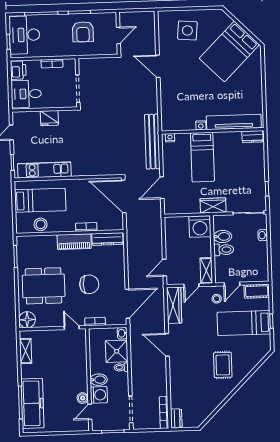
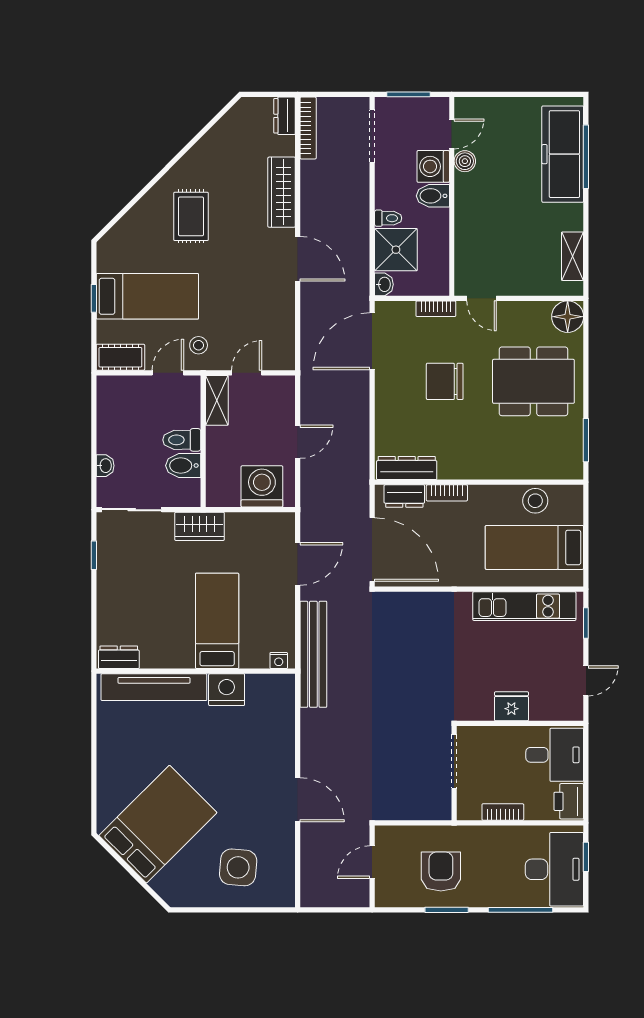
nightstand: (201, 125) -> (227, 690), width x1.89, depth x1.79
dresser: (108, 225) -> (404, 496), added
washing machine: (200, 226) -> (262, 486), moved
piano: (74, 242) -> (471, 465), removed
door: (165, 268) -> (298, 442), moved
wardrobe: (174, 305) -> (282, 192), moved

